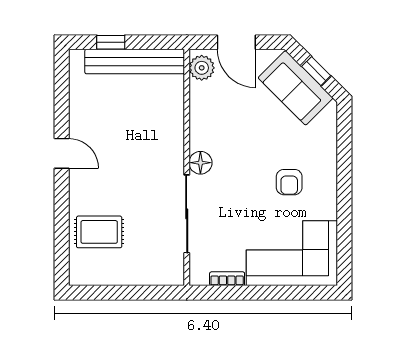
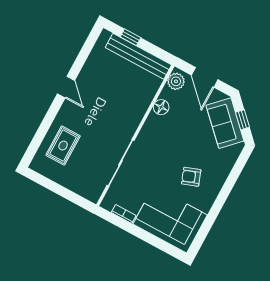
floor lamp: (200, 163) -> (161, 107), moved
armchair: (289, 182) -> (191, 177), turned 70
rug: (99, 232) -> (63, 146), turned 90

